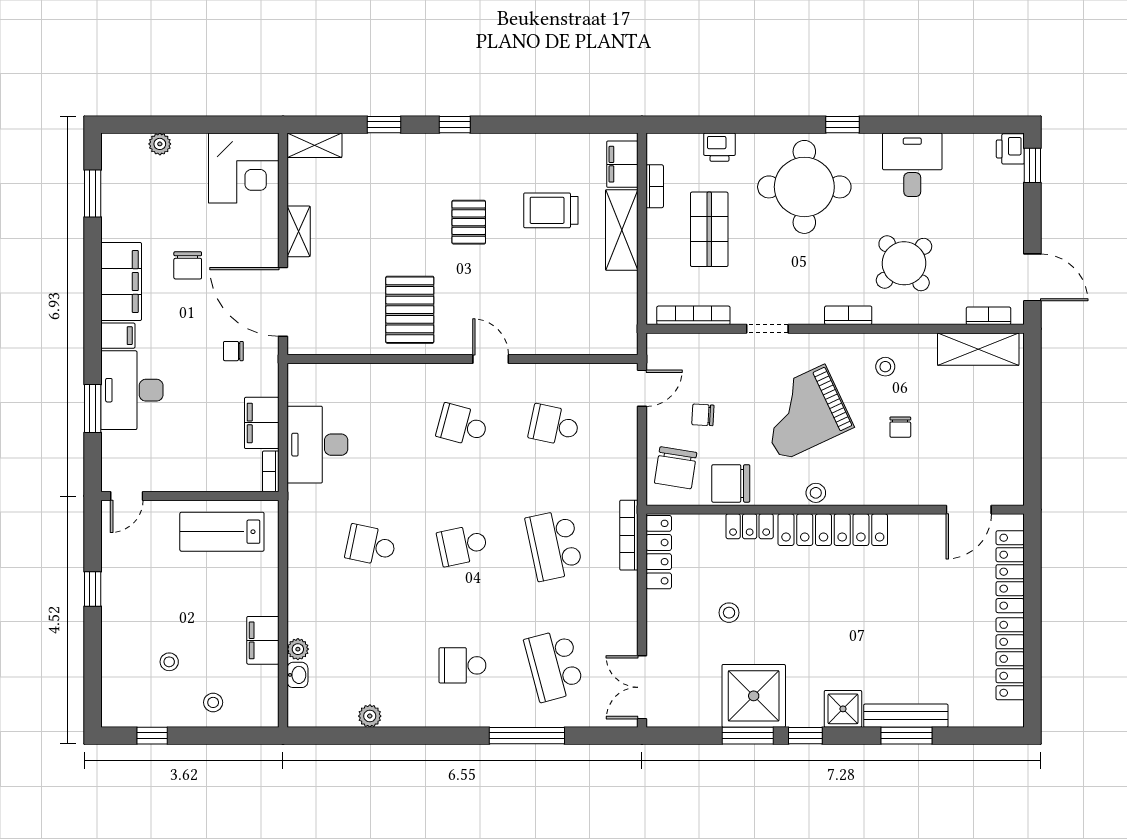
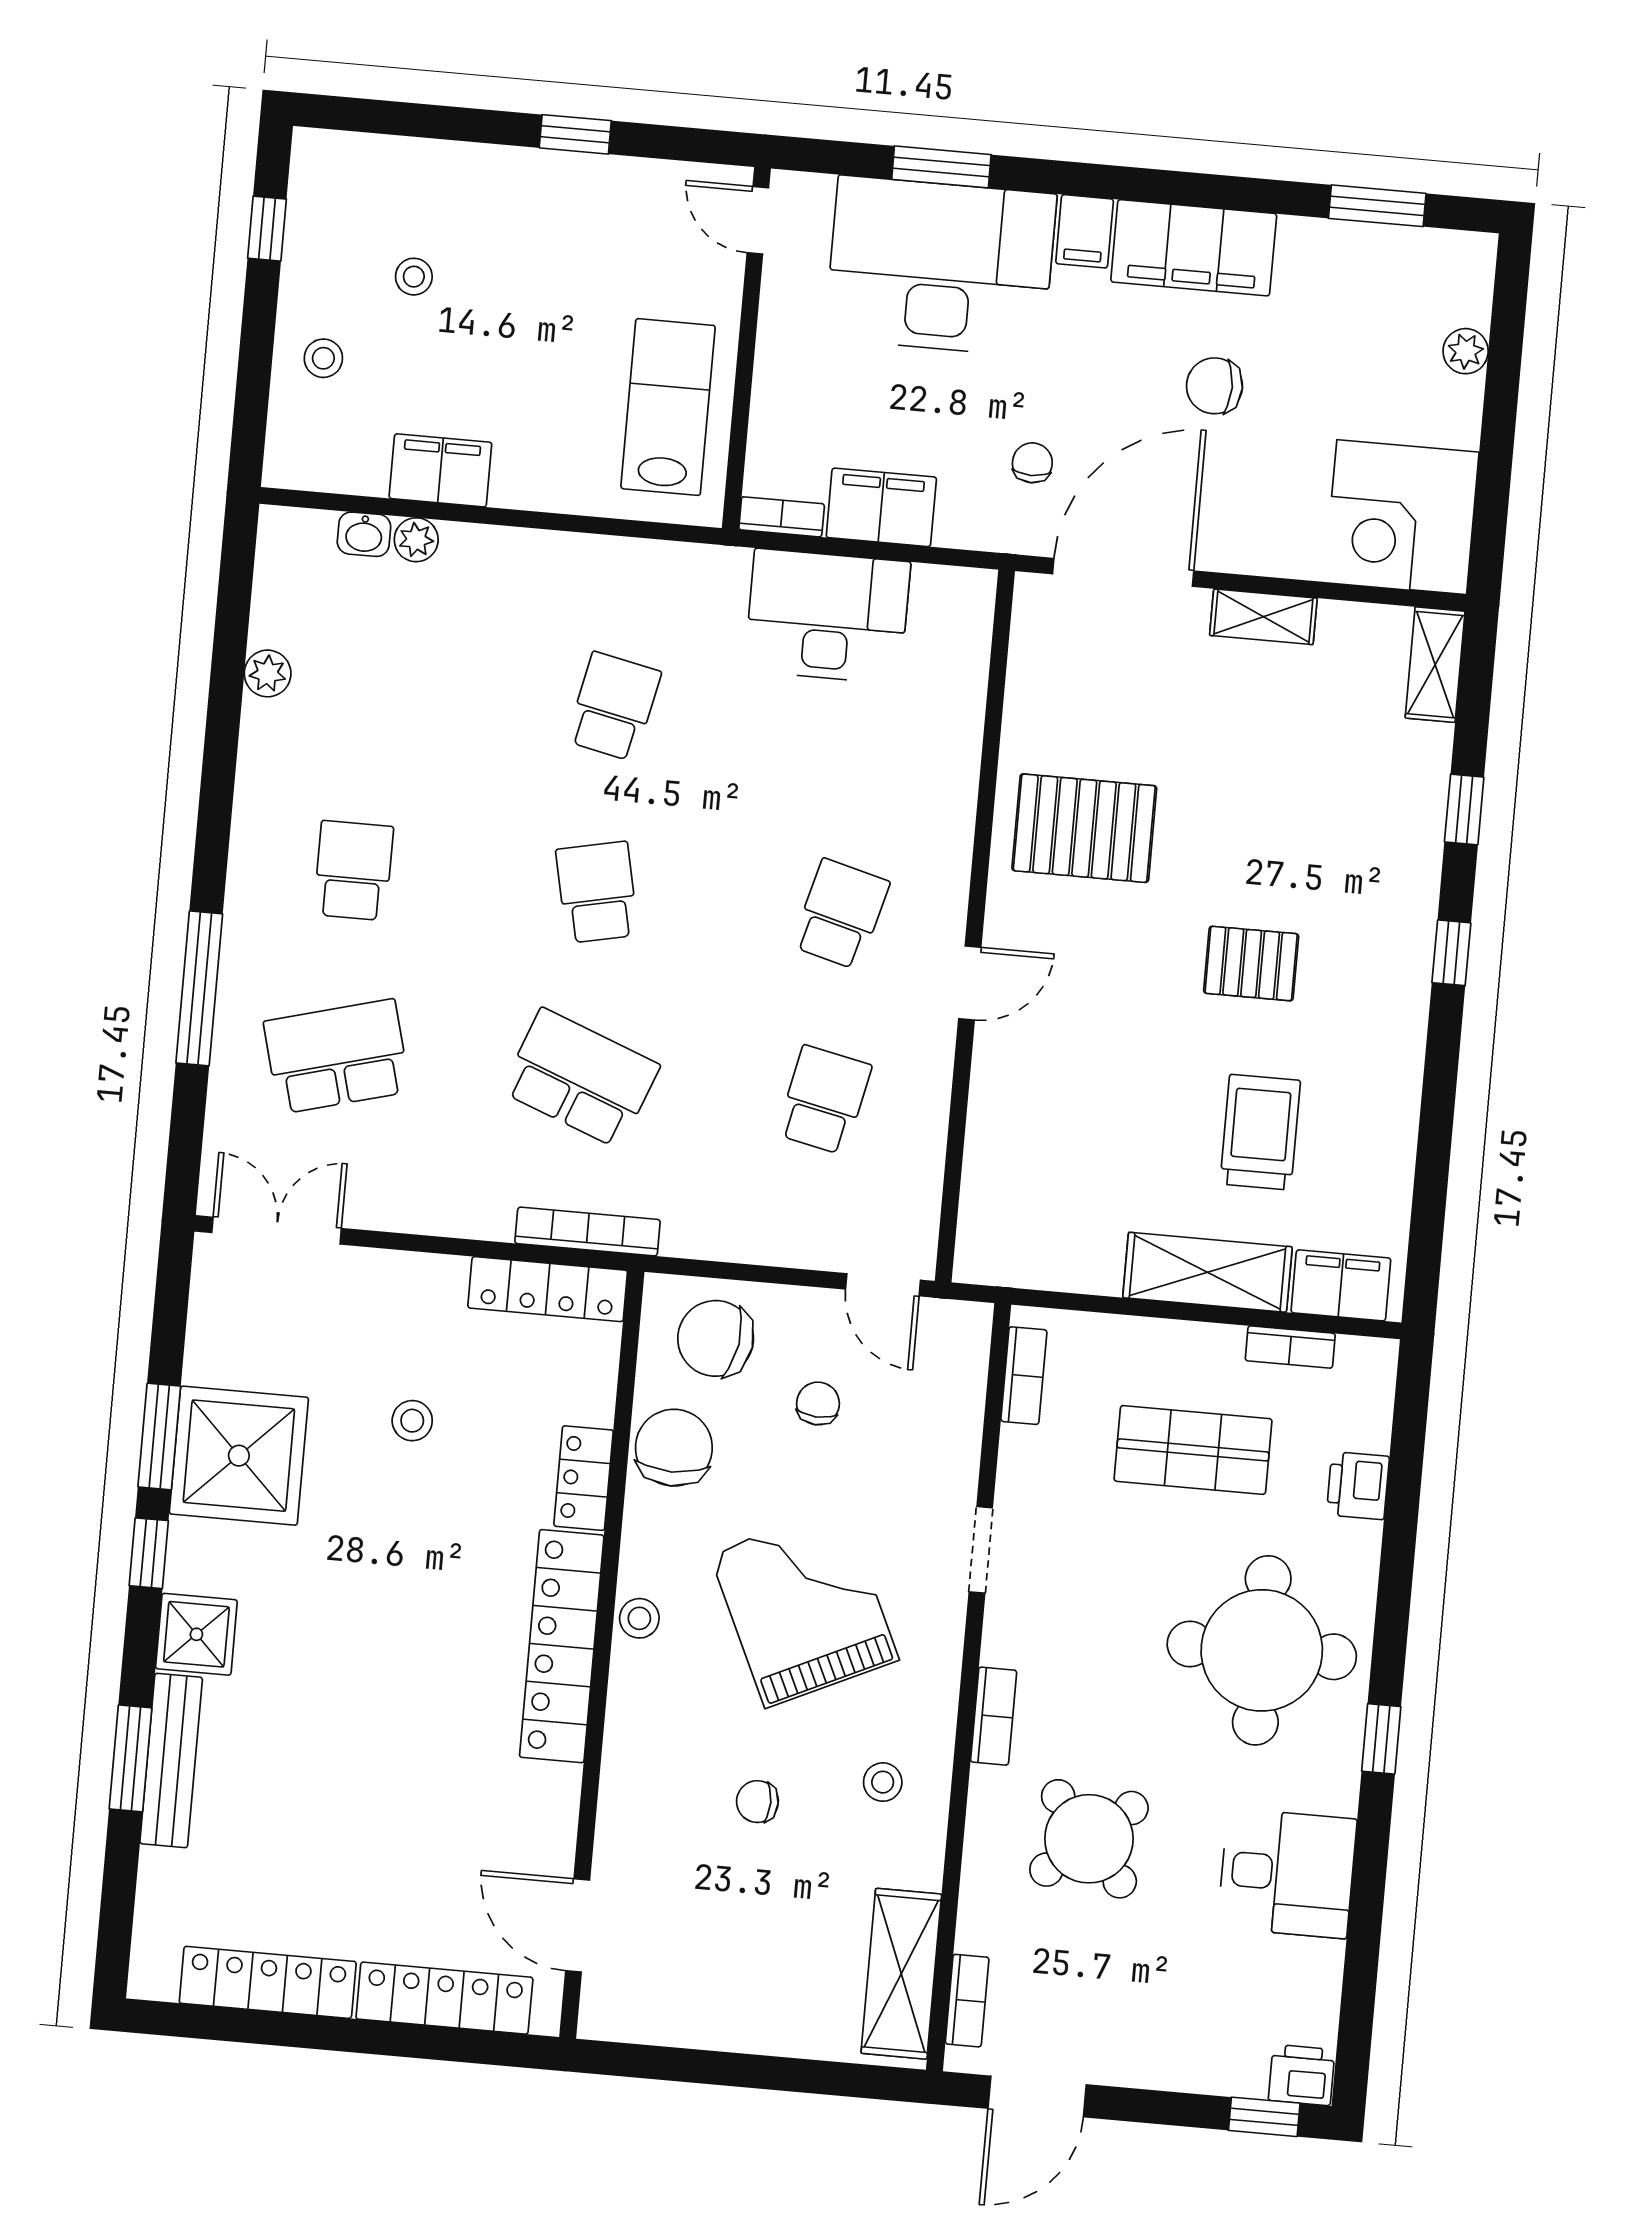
bookcase: (693, 315) -> (1024, 1376), width x0.64
desk: (132, 390) -> (940, 266), width x1.36, depth x1.30
school desk: (554, 545) -> (580, 1078), turned 33

